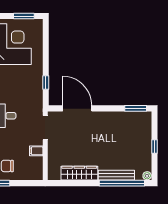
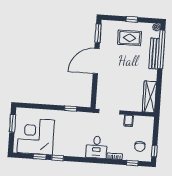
door: (77, 108) -> (96, 61), moved
rug: (133, 145) -> (130, 38), added
wardrobe: (79, 173) -> (149, 97), moved

